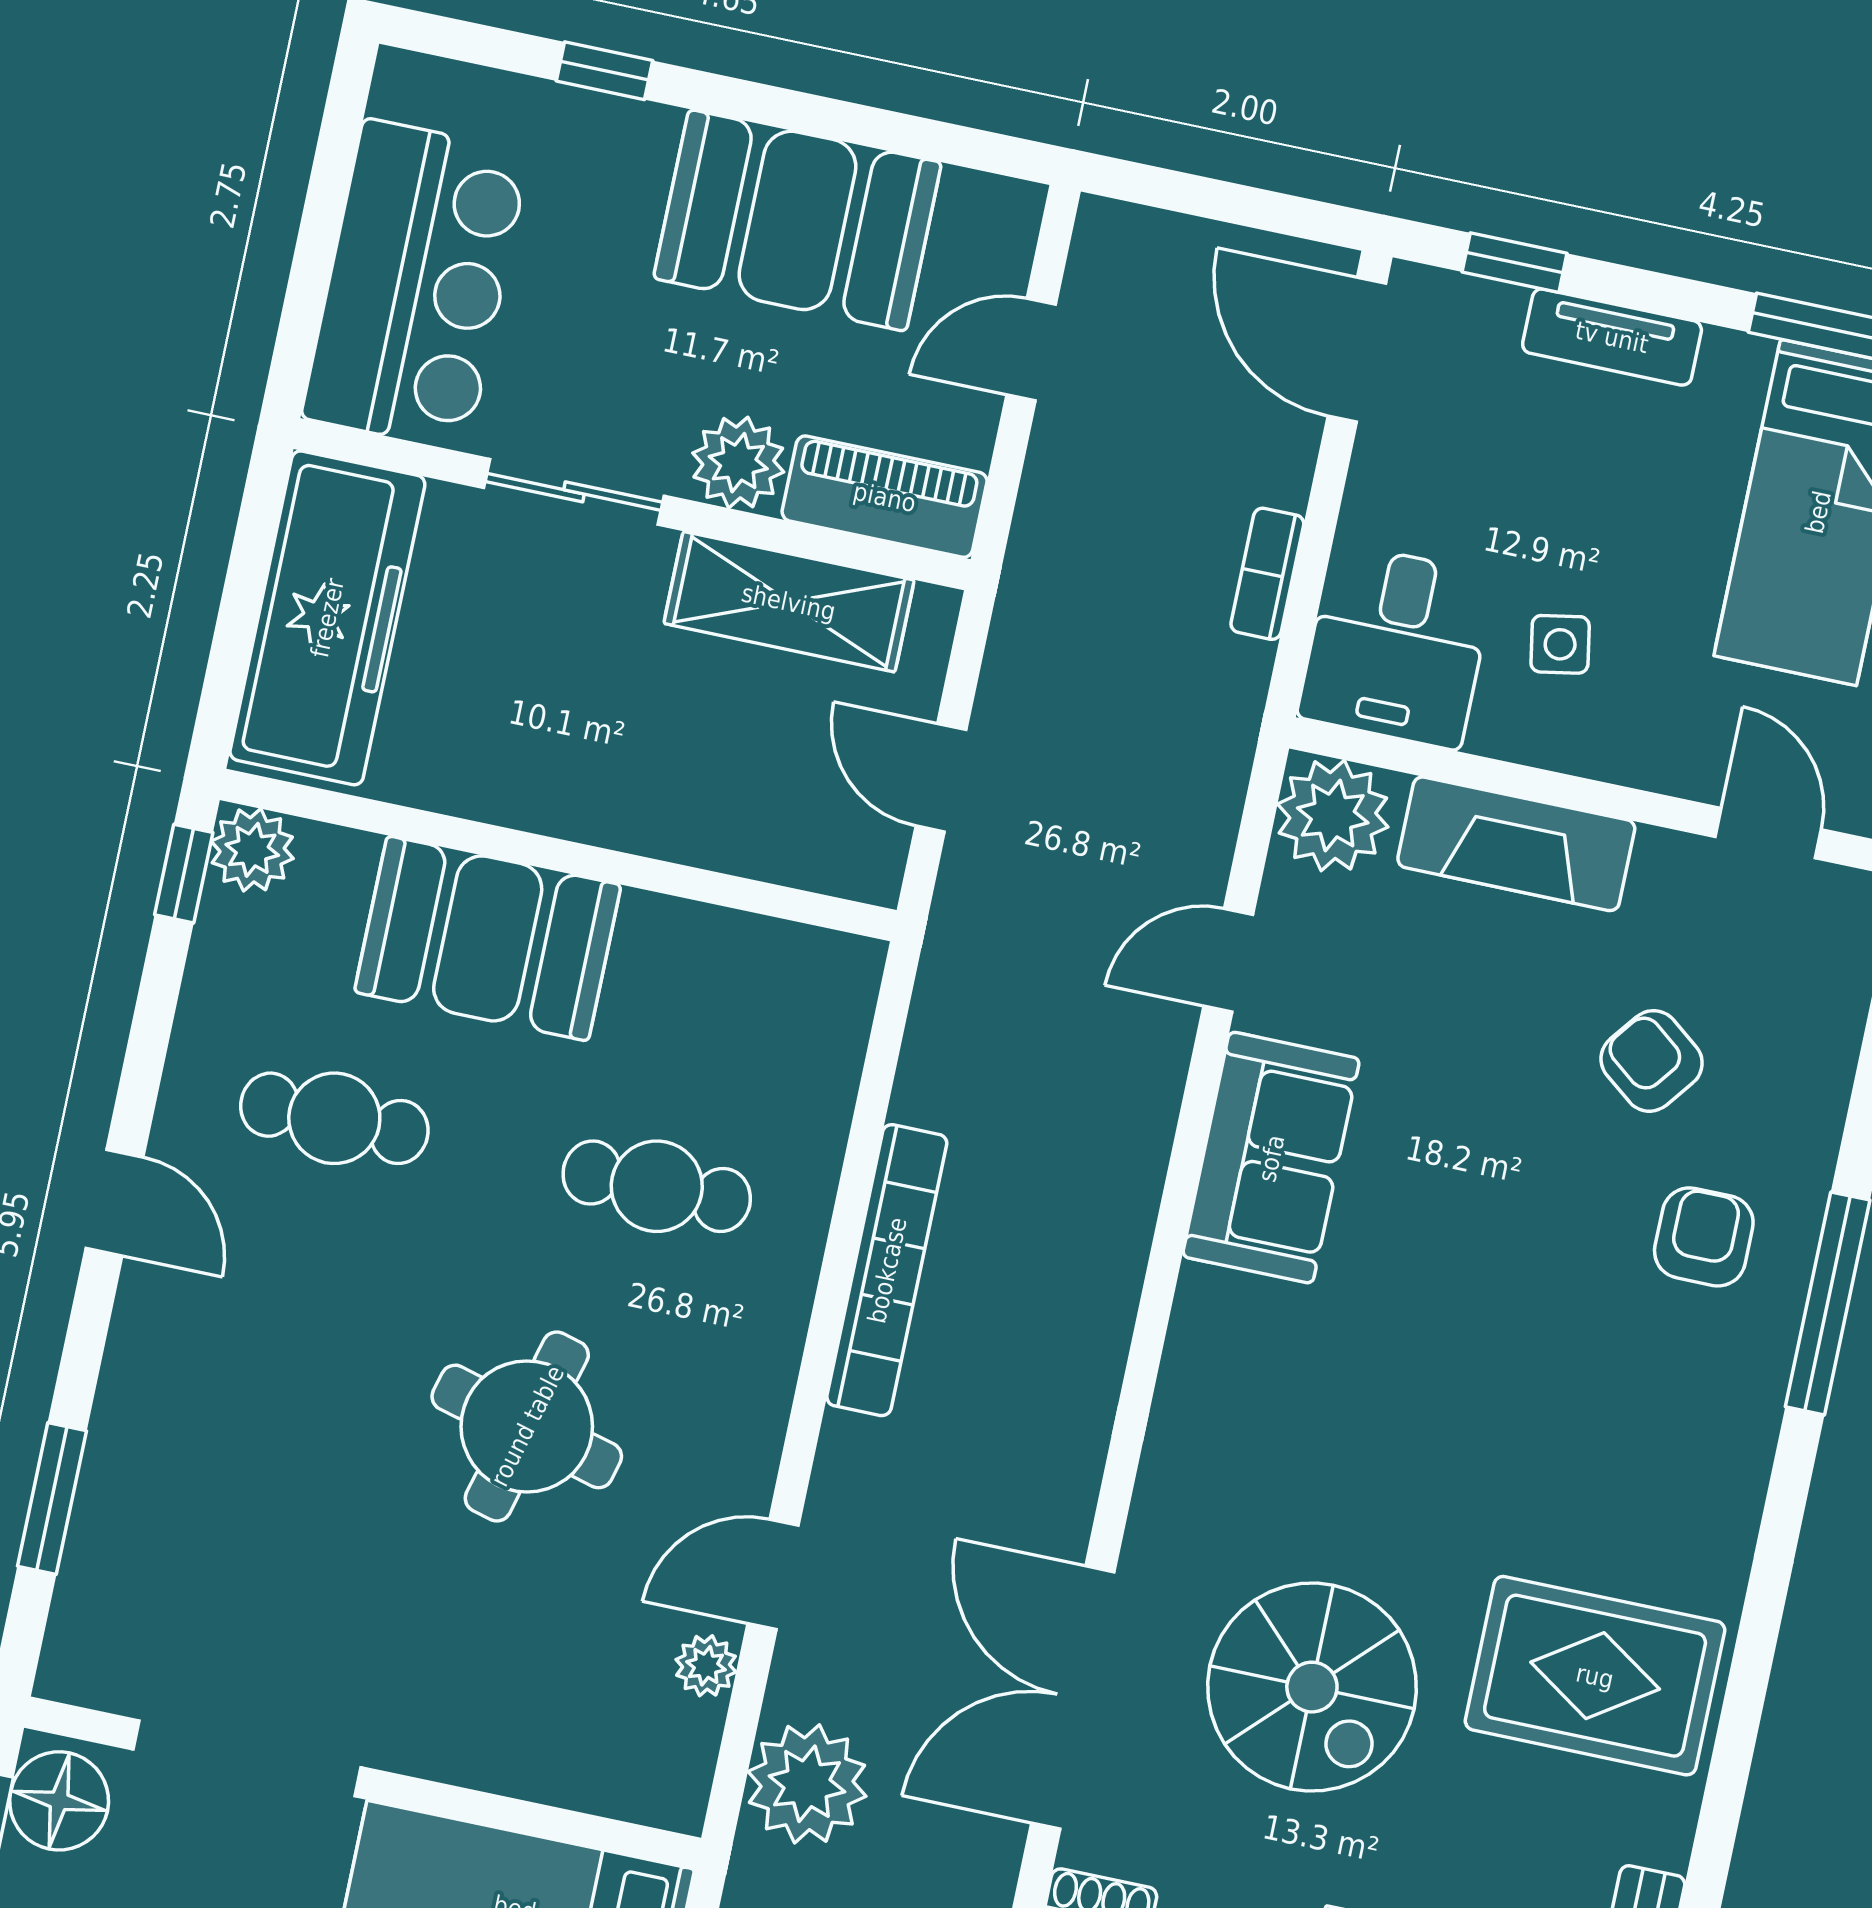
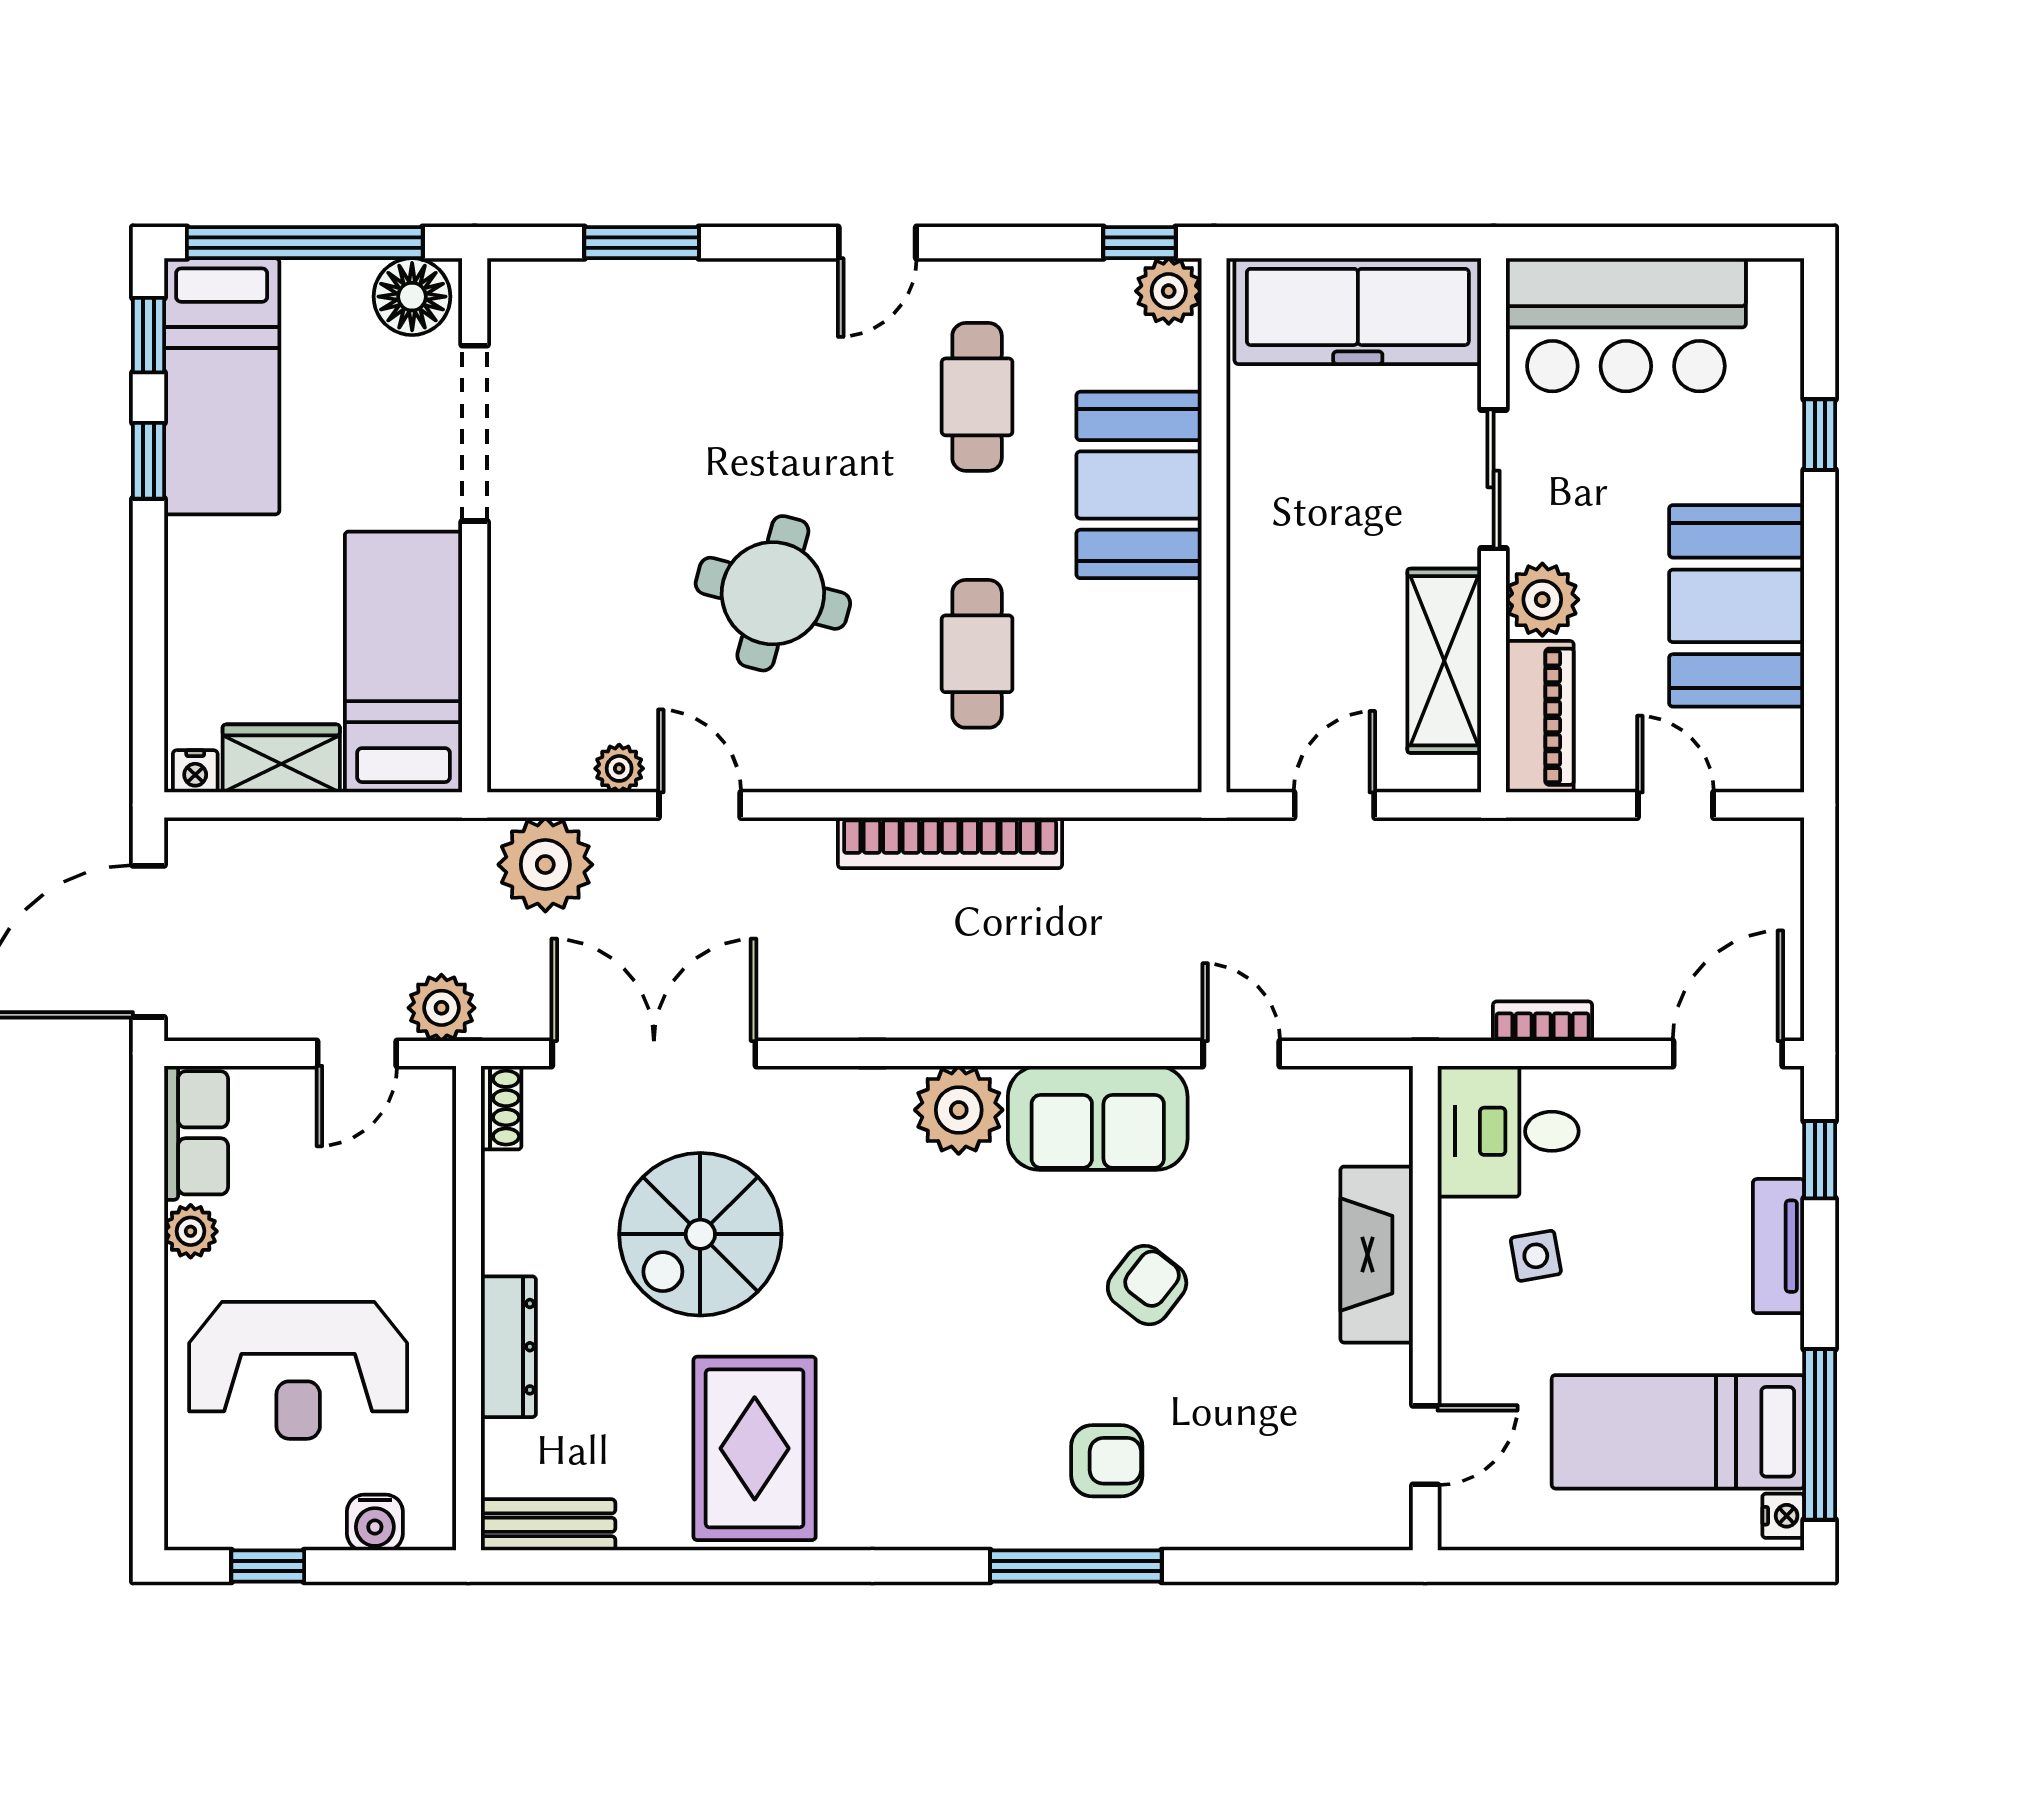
plant: (1333, 815) -> (959, 1110), moved
armchair: (1652, 1061) -> (1147, 1285), moved

